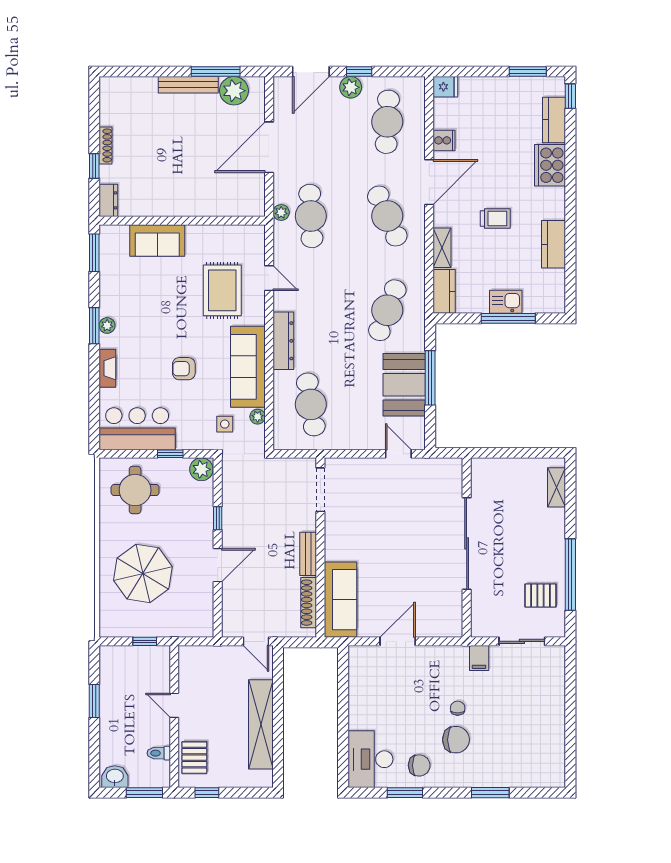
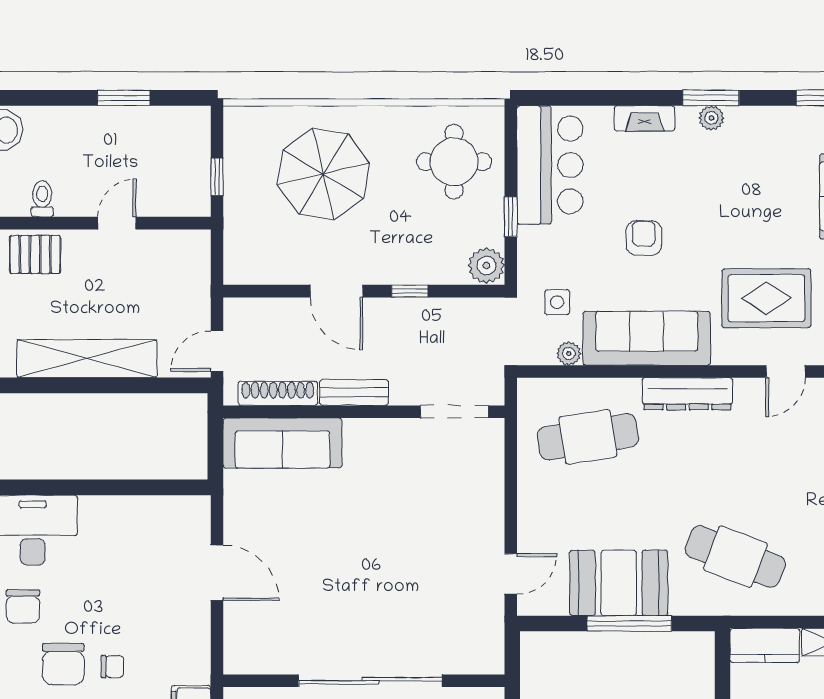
doorway: (320, 490) -> (454, 412), moved
wall: (320, 548) -> (364, 412), moved
bench: (308, 554) -> (354, 392), moved
sofa: (340, 600) -> (282, 443), moved
shoe rack: (309, 603) -> (278, 393), moved

